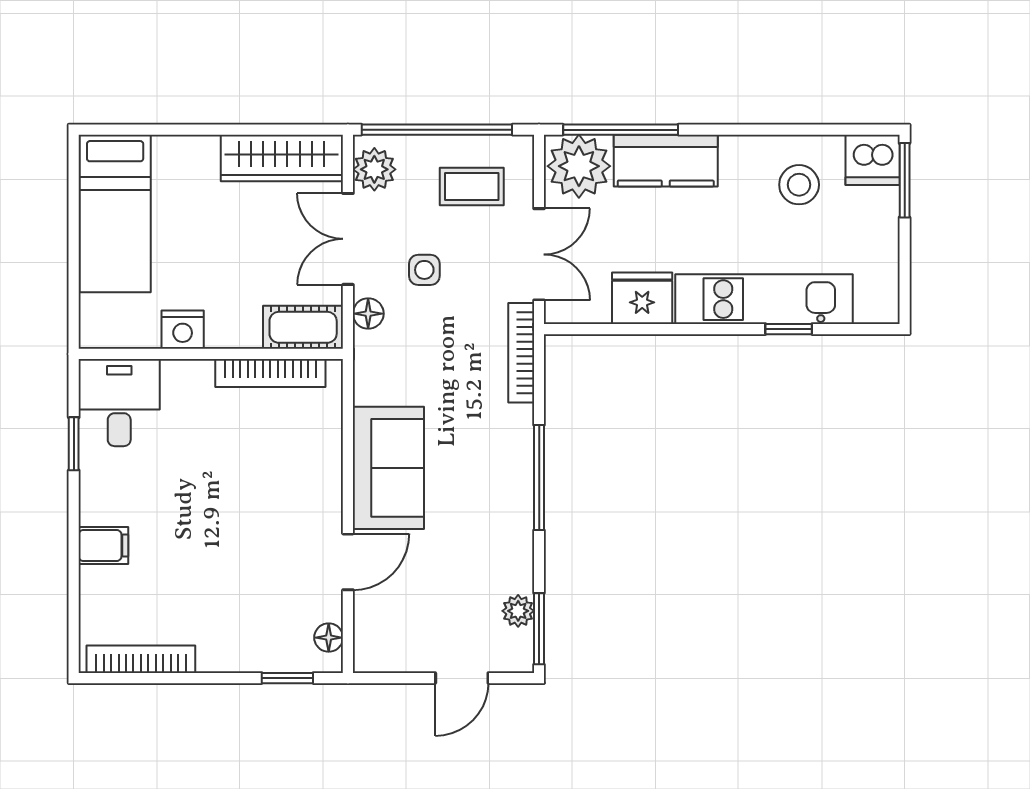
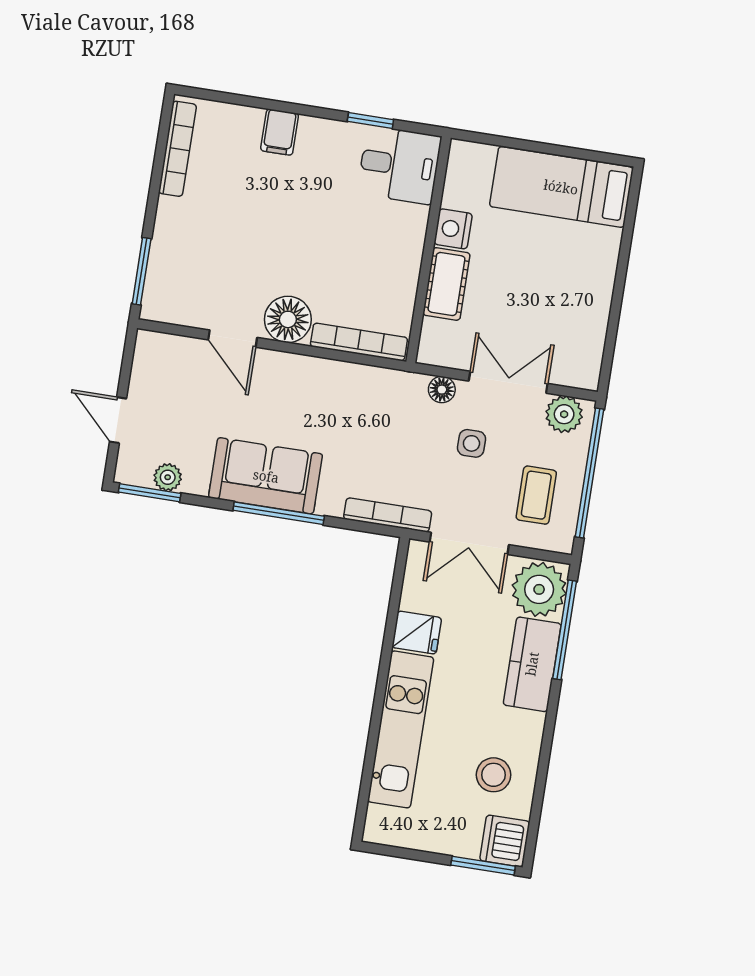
wardrobe: (281, 158) -> (586, 337), removed
fridge: (642, 298) -> (417, 633), width x0.72
cot: (303, 327) -> (446, 284), moved
window: (789, 329) -> (372, 746), removed
bookcase: (270, 373) -> (359, 342), moved, turned 90
sofa: (388, 468) -> (266, 476), moved, turned 180
floor lamp: (329, 638) -> (288, 319), moved, width x1.89, depth x1.89
window: (287, 678) -> (142, 271), width x1.50

